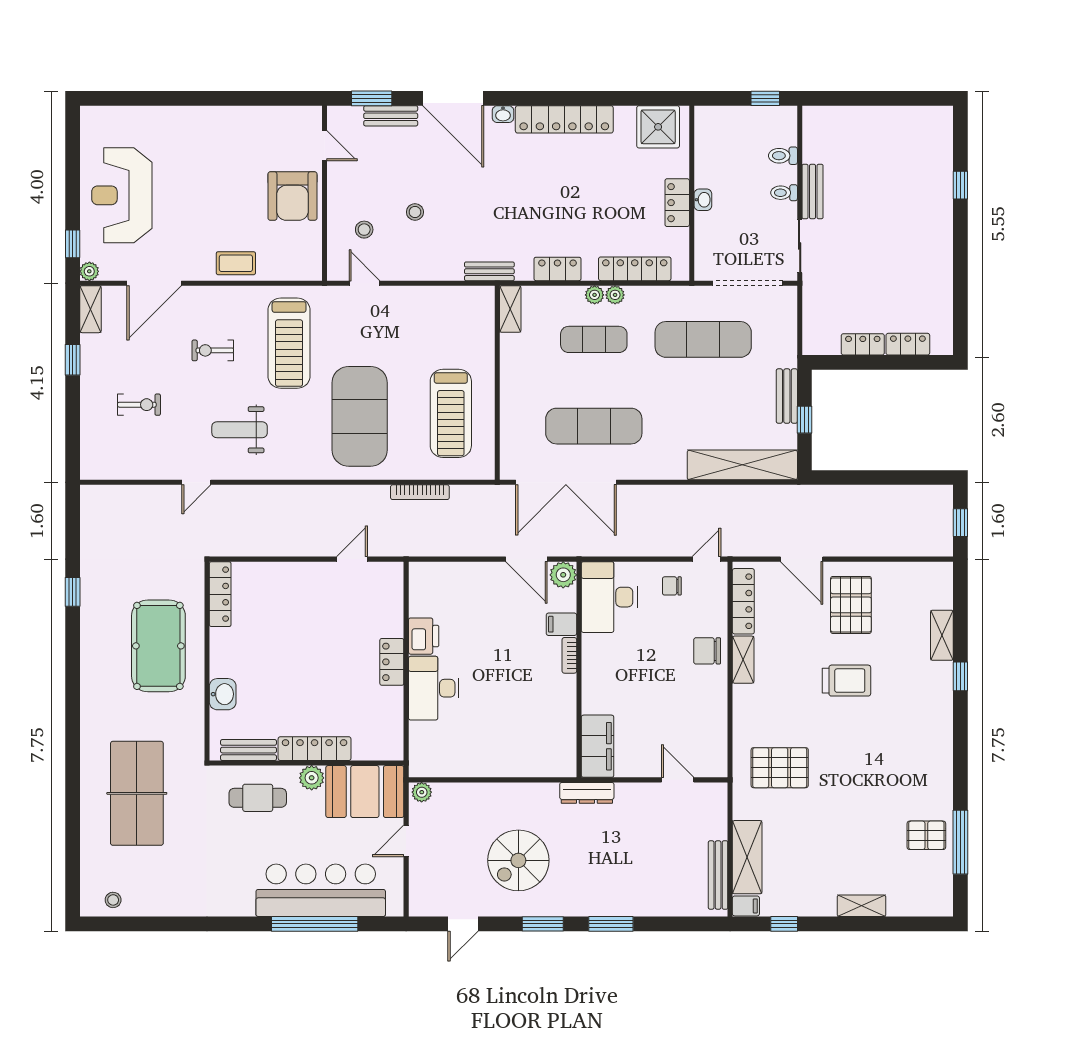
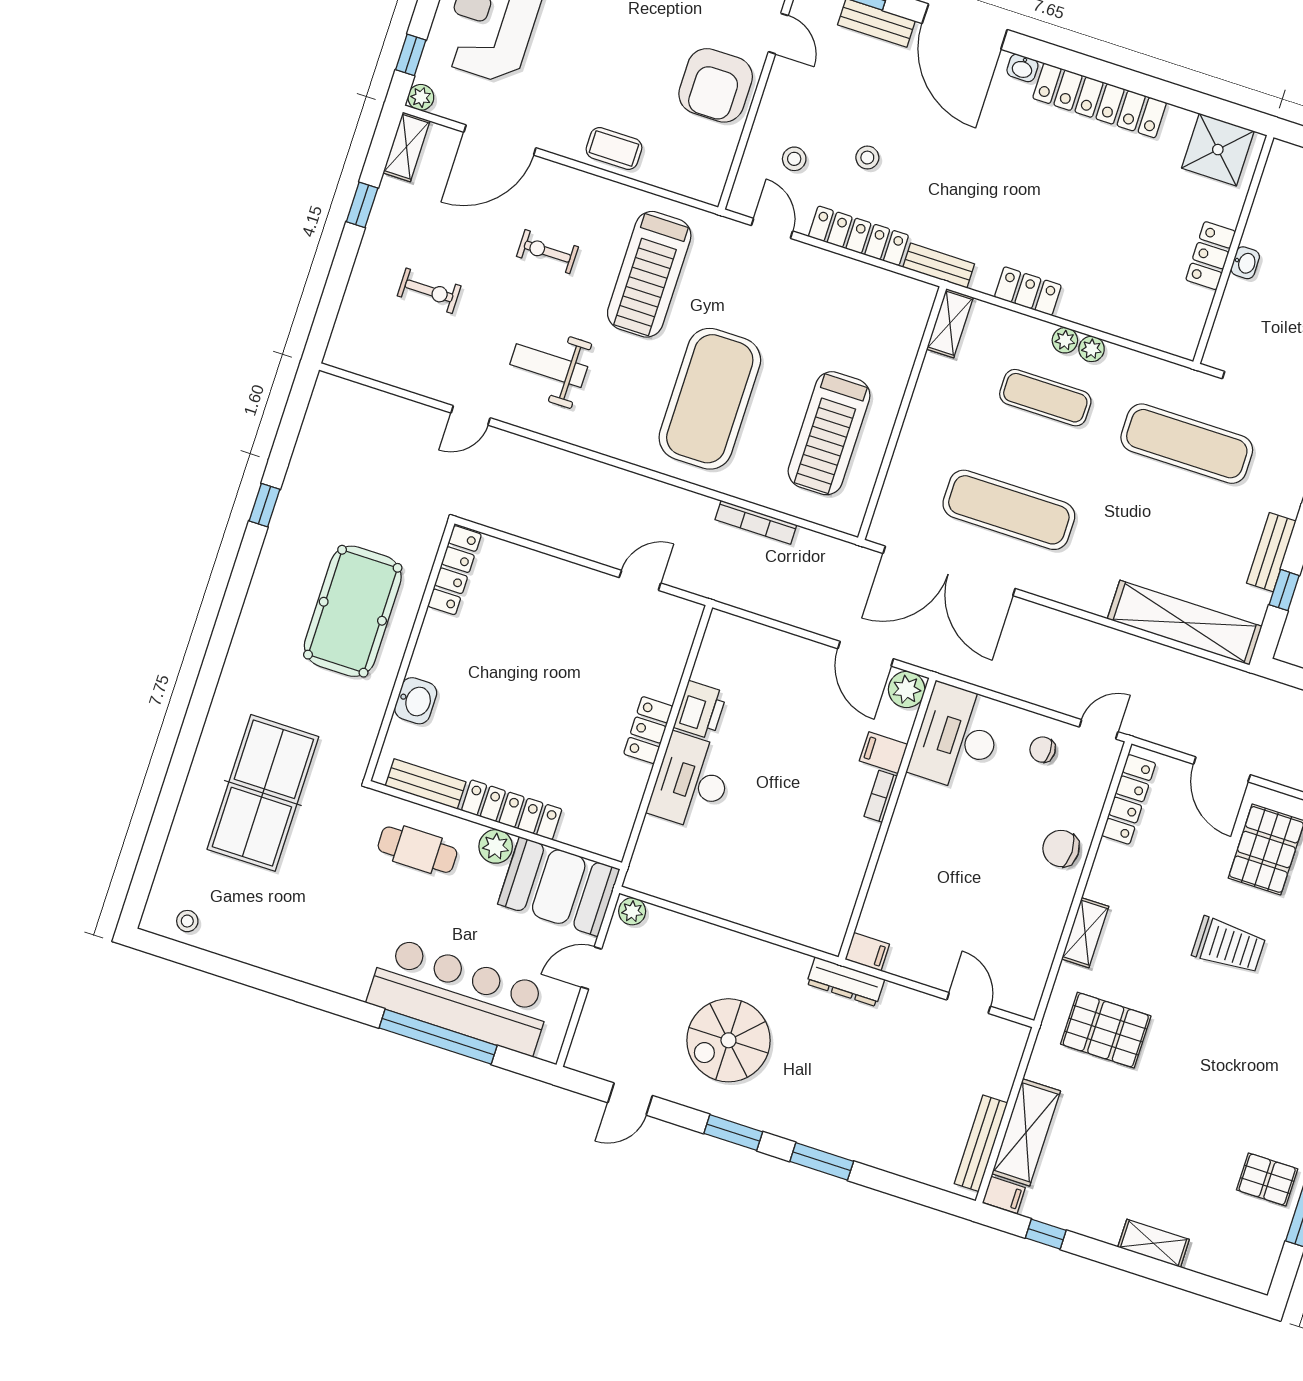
locker: (635, 269) -> (858, 236), moved
shelving: (743, 660) -> (1085, 933), moved
filing cabinet: (598, 746) -> (867, 952), width x0.33, depth x0.86

